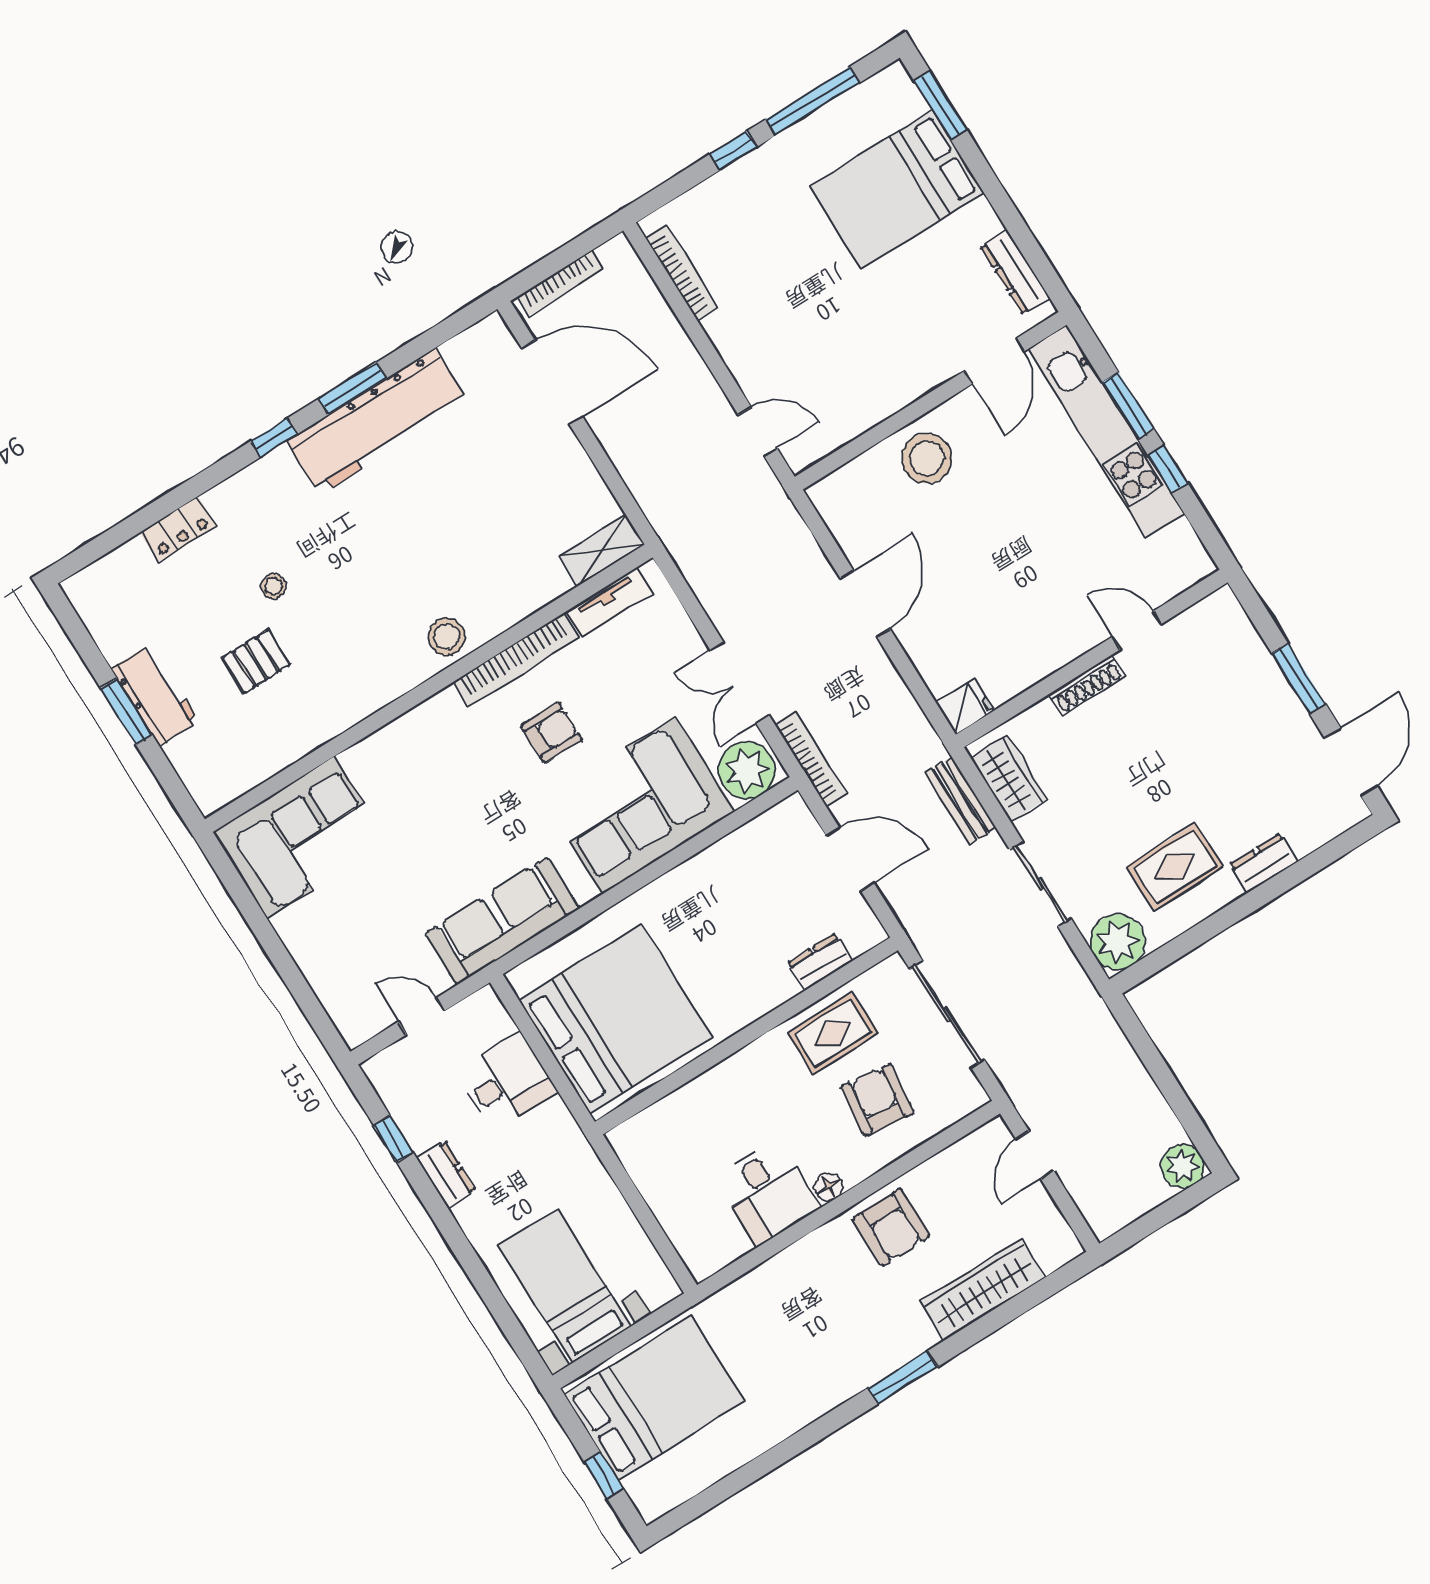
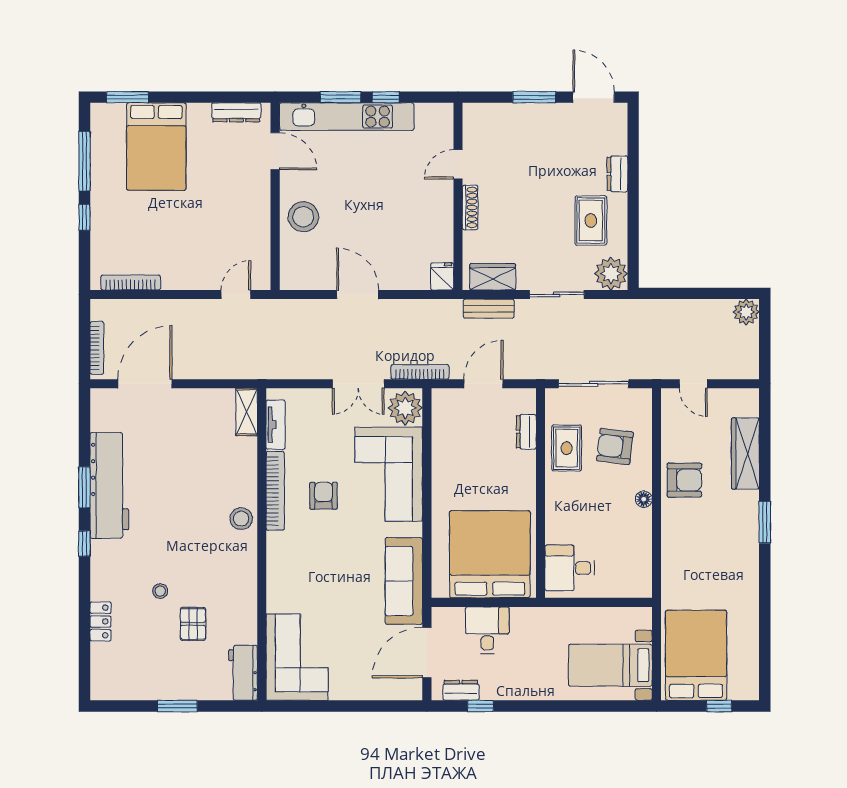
workbench: (155, 695) -> (243, 673), moved, turned -90
door: (421, 1016) -> (427, 653), width x1.87
dresser: (446, 1174) -> (461, 690), moved
desk: (768, 1193) -> (570, 568), moved, turned 180

